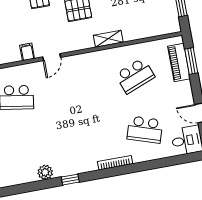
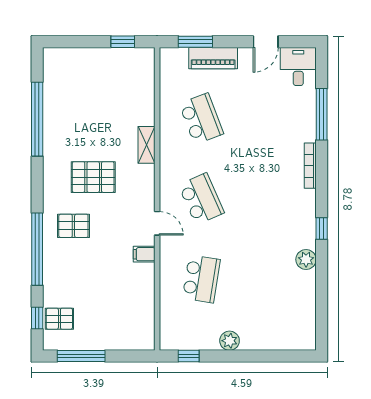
piano: (179, 62) -> (213, 58), moved
school desk: (145, 130) -> (201, 199), moved, turned -42
window: (155, 164) -> (322, 114), added

